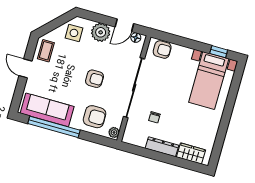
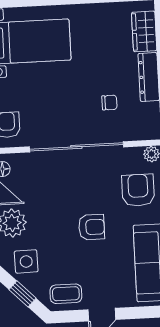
window: (55, 24) -> (22, 294), added
armchair: (94, 79) -> (92, 227), moved, turned 90

